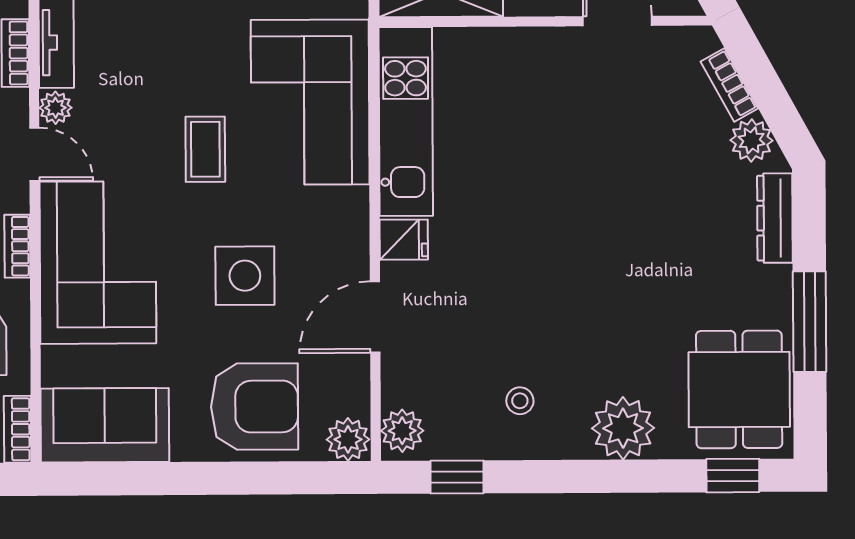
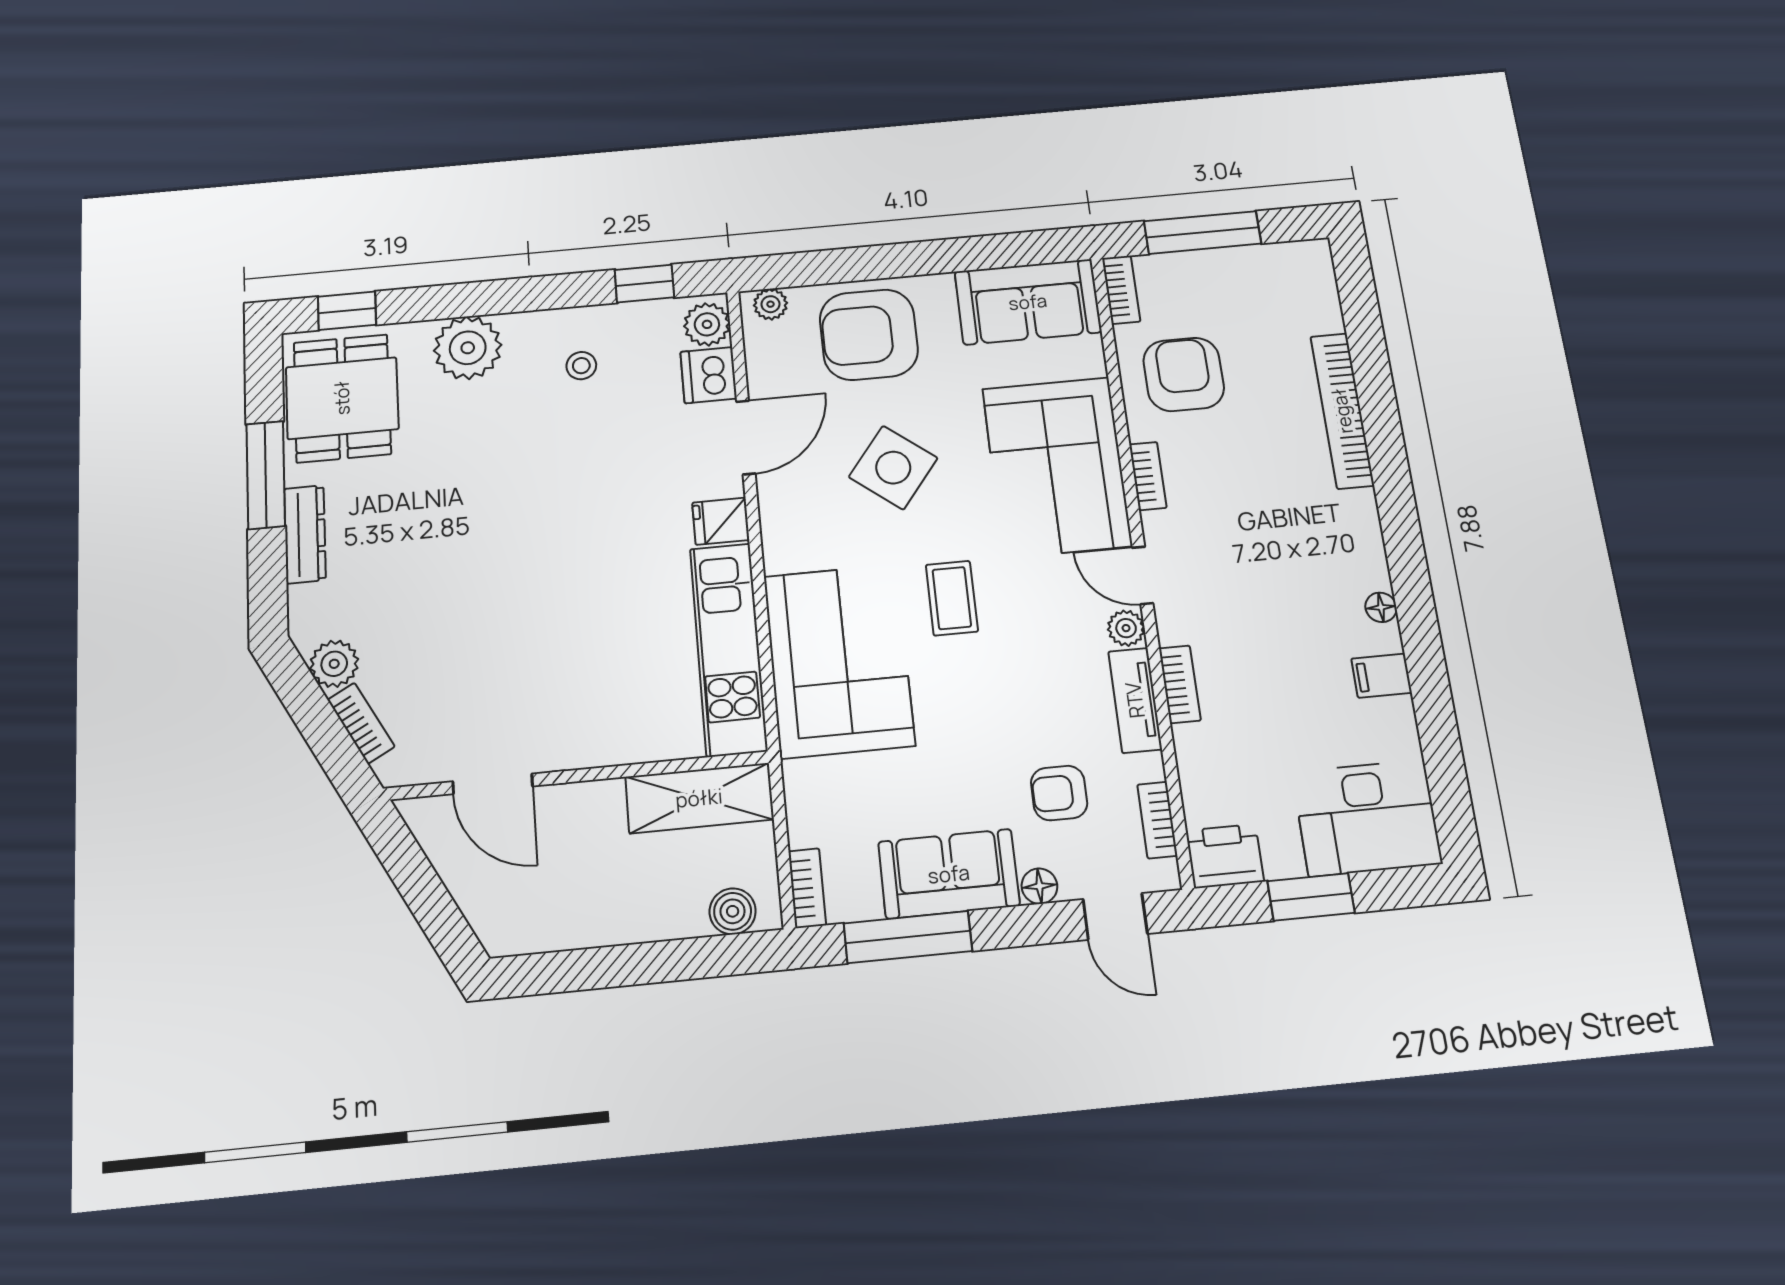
dresser: (775, 218) -> (305, 534), moved
side table: (245, 276) -> (893, 468), turned 38
dishwasher: (404, 380) -> (709, 375), added
plant: (348, 439) -> (770, 304), width x0.73, depth x0.73

